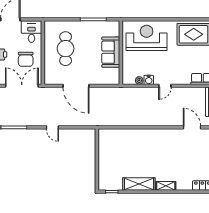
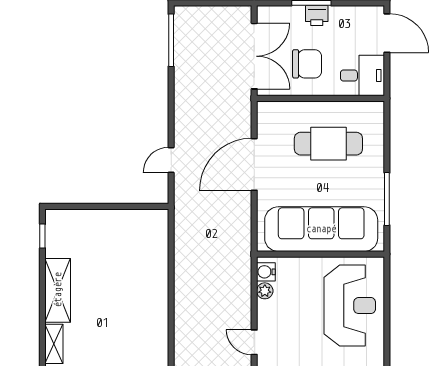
sofa: (111, 52) -> (321, 229), width x1.85, depth x1.27
chair: (26, 59) -> (307, 64), turned 180
water cooler: (149, 80) -> (266, 272), moved
door: (52, 127) -> (171, 160), moved

